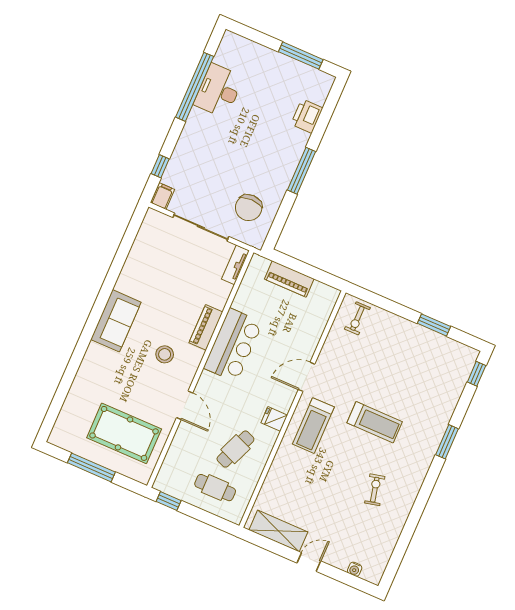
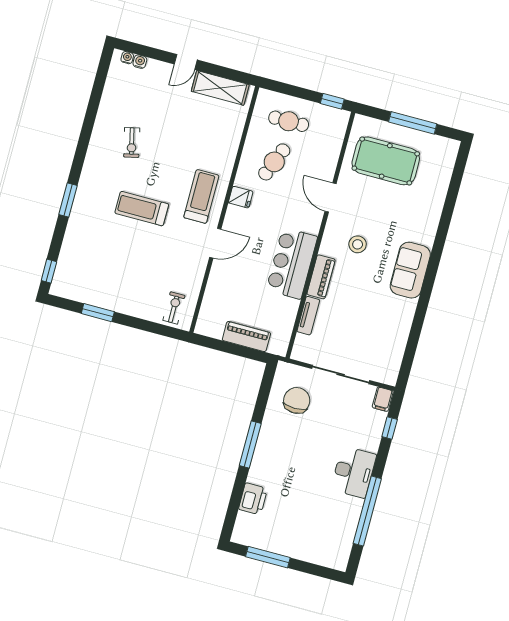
desk: (219, 91) -> (354, 472), moved
tv unit: (236, 265) -> (308, 316), moved
water cooler: (367, 575) -> (127, 58), added

